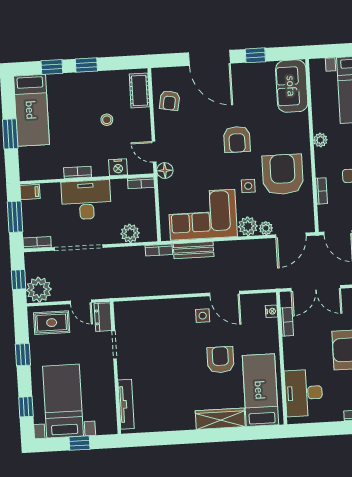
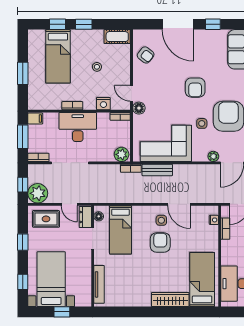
cot: (140, 90) -> (117, 37), moved, turned 90
armchair: (170, 101) -> (146, 55), turned -62
bed: (31, 110) -> (58, 56), moved
plant: (248, 226) -> (200, 154), removed
plant: (130, 233) -> (122, 154), moved
floor lamp: (120, 315) -> (99, 216), added
bed: (150, 331) -> (121, 230), added
armchair: (220, 360) -> (160, 243), moved

